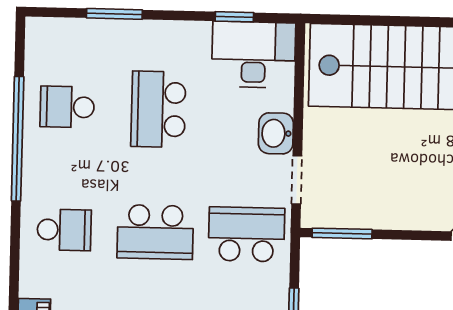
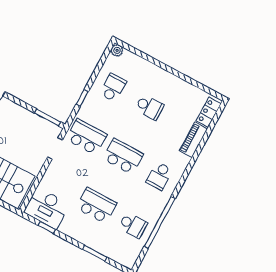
school desk: (158, 109) -> (96, 206), turned -90
washbasin: (276, 133) -> (54, 172), removed
school desk: (64, 230) -> (159, 176), turned -90
school desk: (246, 234) -> (86, 137), turned 180

